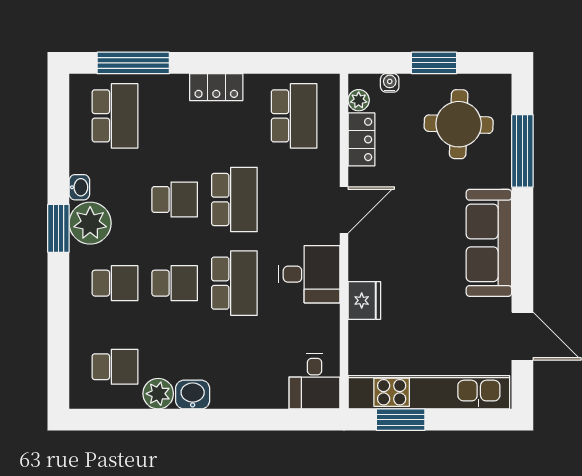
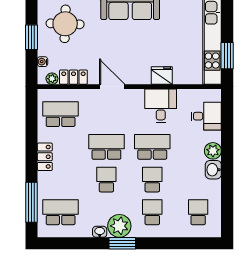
desk: (309, 274) -> (161, 106), moved
desk: (315, 381) -> (206, 116), moved
plant: (158, 394) -> (213, 151), moved

